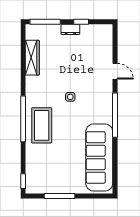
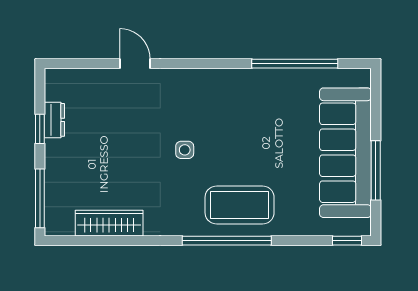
dresser: (70, 29) -> (54, 120), moved
door: (115, 71) -> (135, 64), hinge flipped
window: (115, 115) -> (295, 64), moved
sofa: (99, 157) -> (345, 153), moved, turned 90

